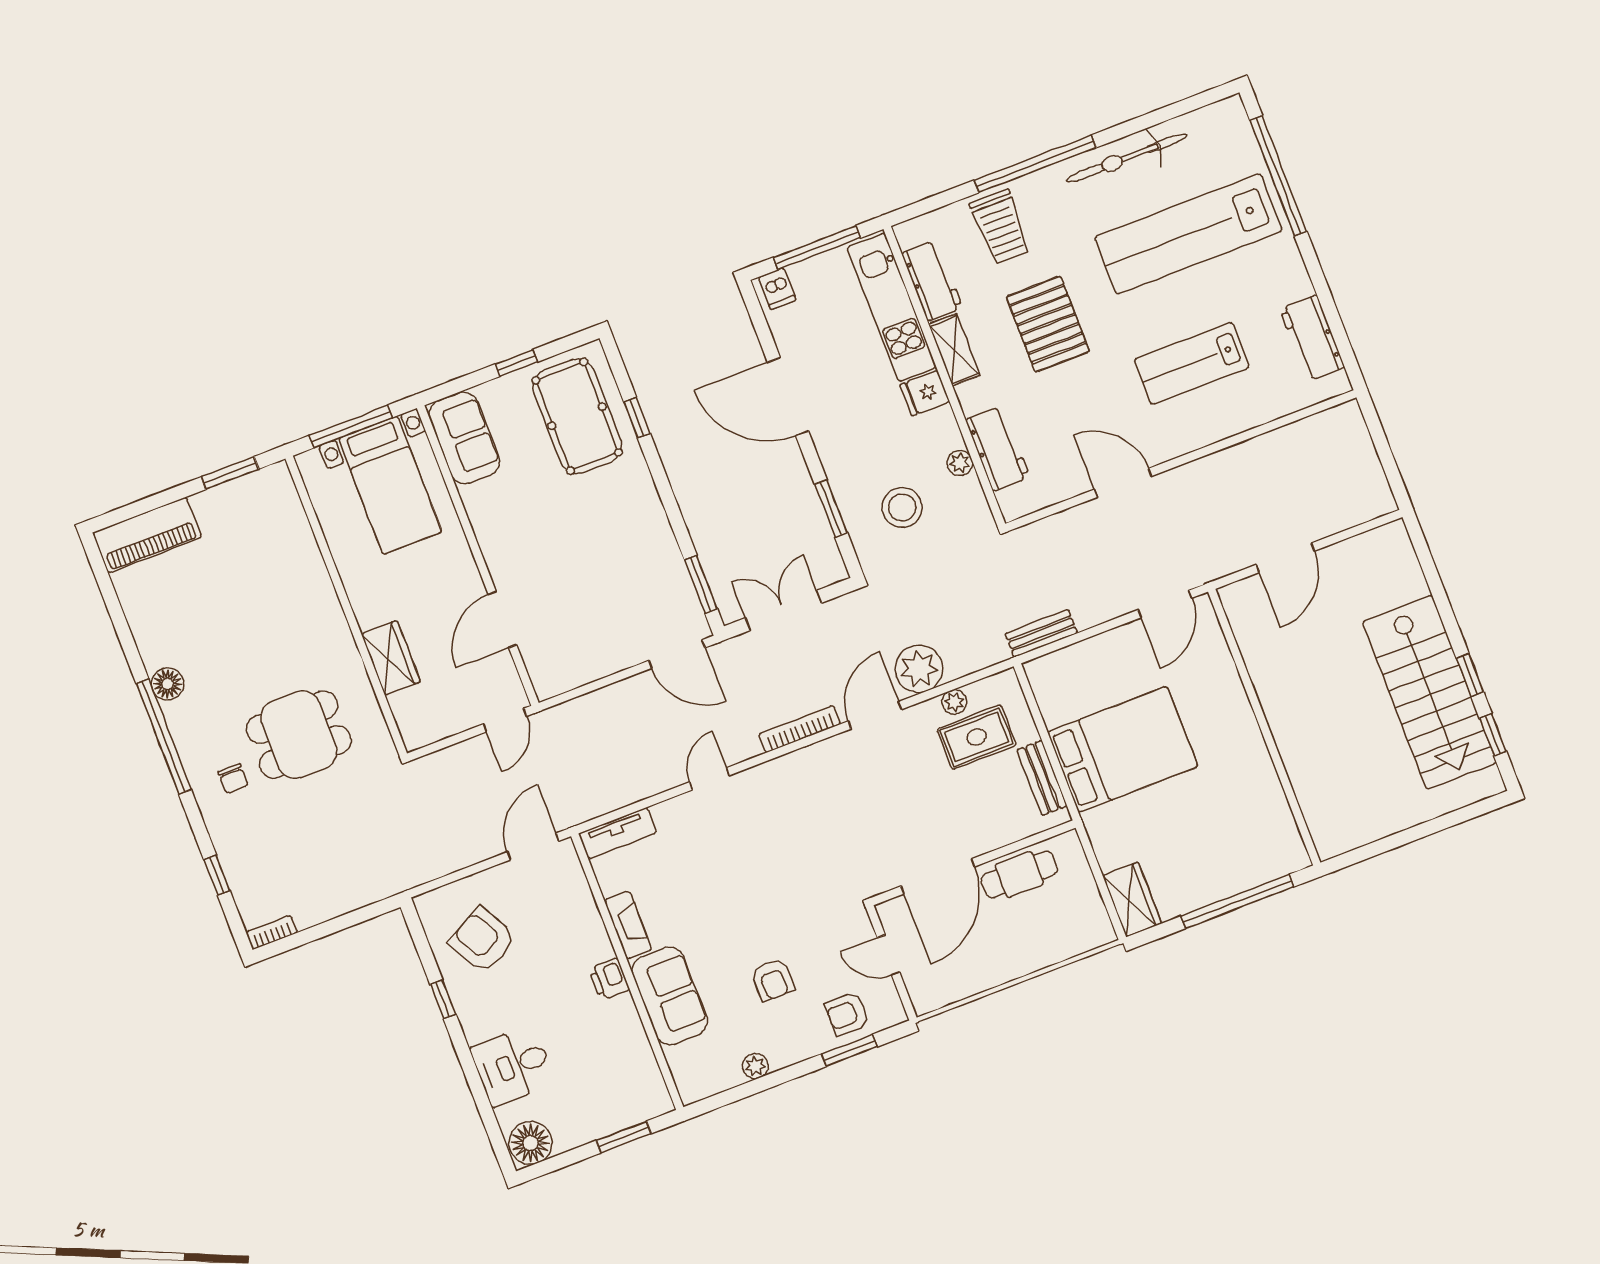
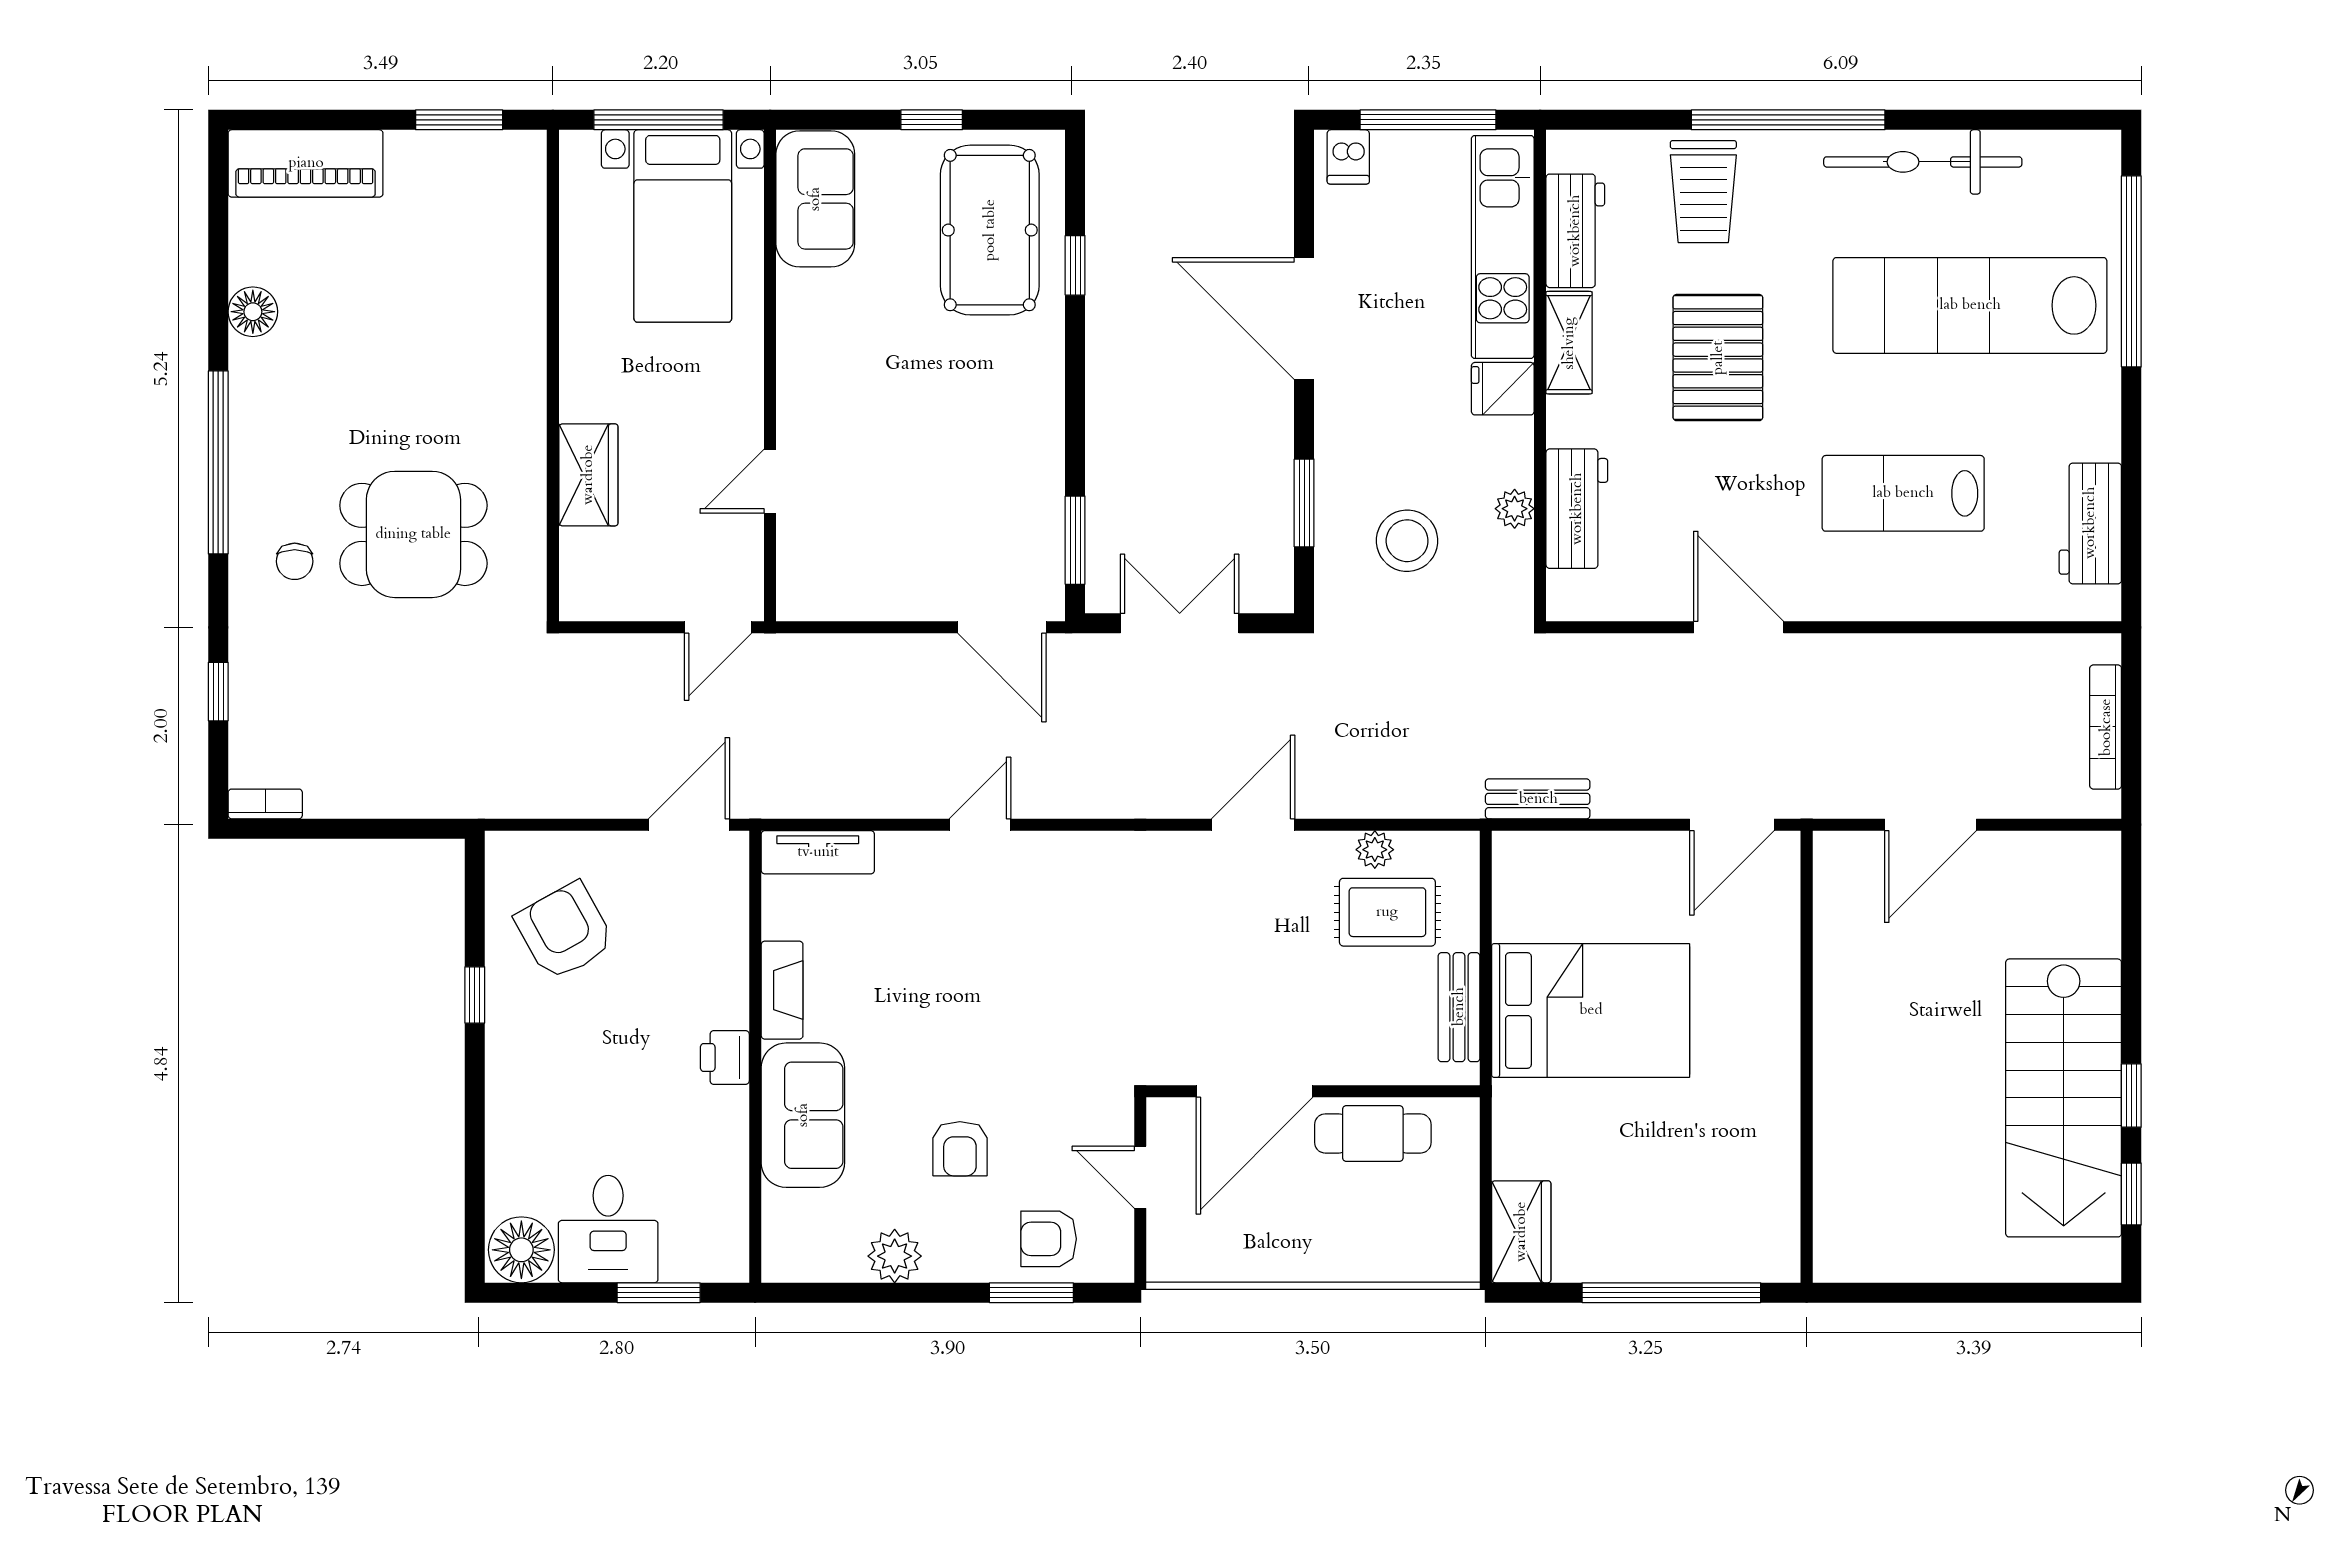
door: (502, 619) -> (770, 481), width x0.73
plant: (919, 669) -> (1342, 782), removed
floor lamp: (168, 684) -> (253, 312), moved
bookcase: (800, 729) -> (2106, 727), moved, turned -90
desk: (513, 1066) -> (608, 1229), moved, turned -90
plant: (755, 1066) -> (895, 1256), width x1.38, depth x1.38

